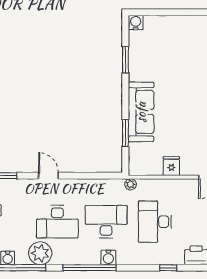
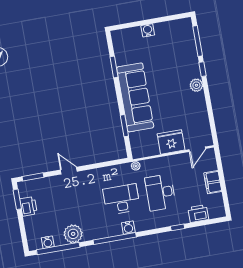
water cooler: (136, 23) -> (148, 30), moved
sofa: (141, 112) -> (135, 97), width x1.36, depth x1.27
fridge: (171, 166) -> (171, 142), width x1.88, depth x1.34
desk: (57, 222) -> (82, 206), removed

